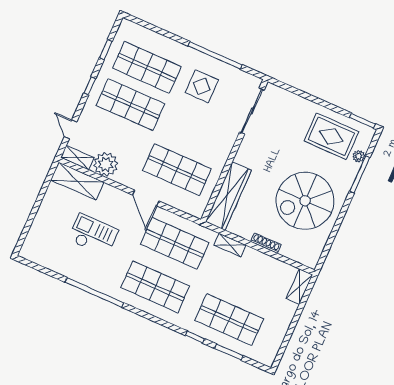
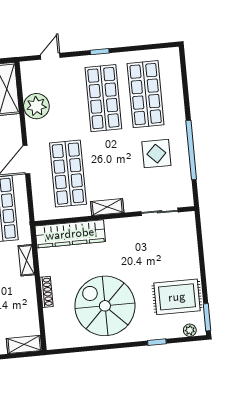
window: (106, 50) -> (141, 48), removed
sliding door: (252, 111) -> (159, 212), width x0.73
rug: (331, 136) -> (177, 297), turned 90
plant: (359, 156) -> (190, 330), moved
shelving: (77, 158) -> (107, 207), moved, turned 90
window: (360, 174) -> (157, 342), width x0.46

